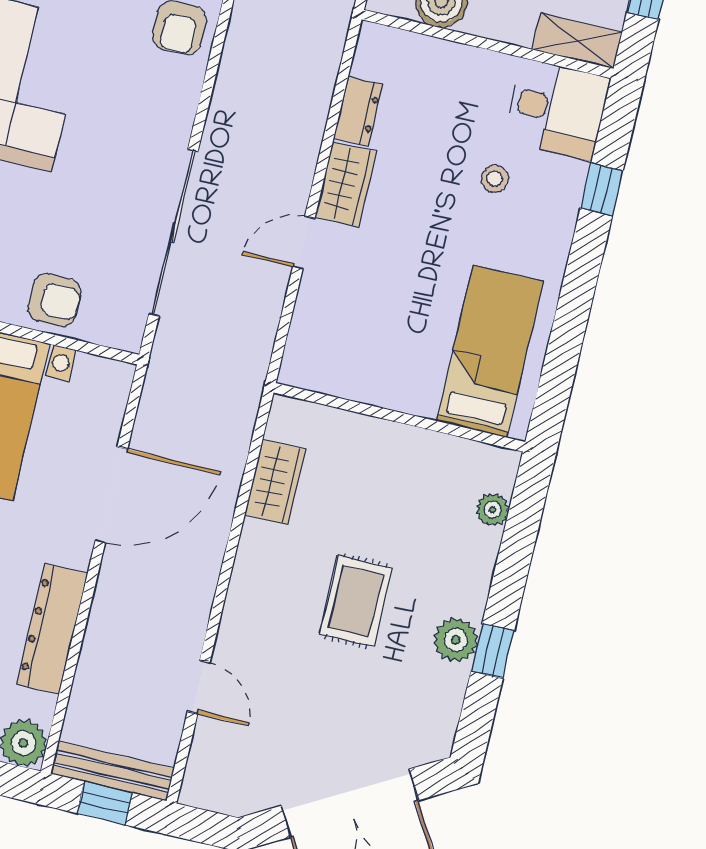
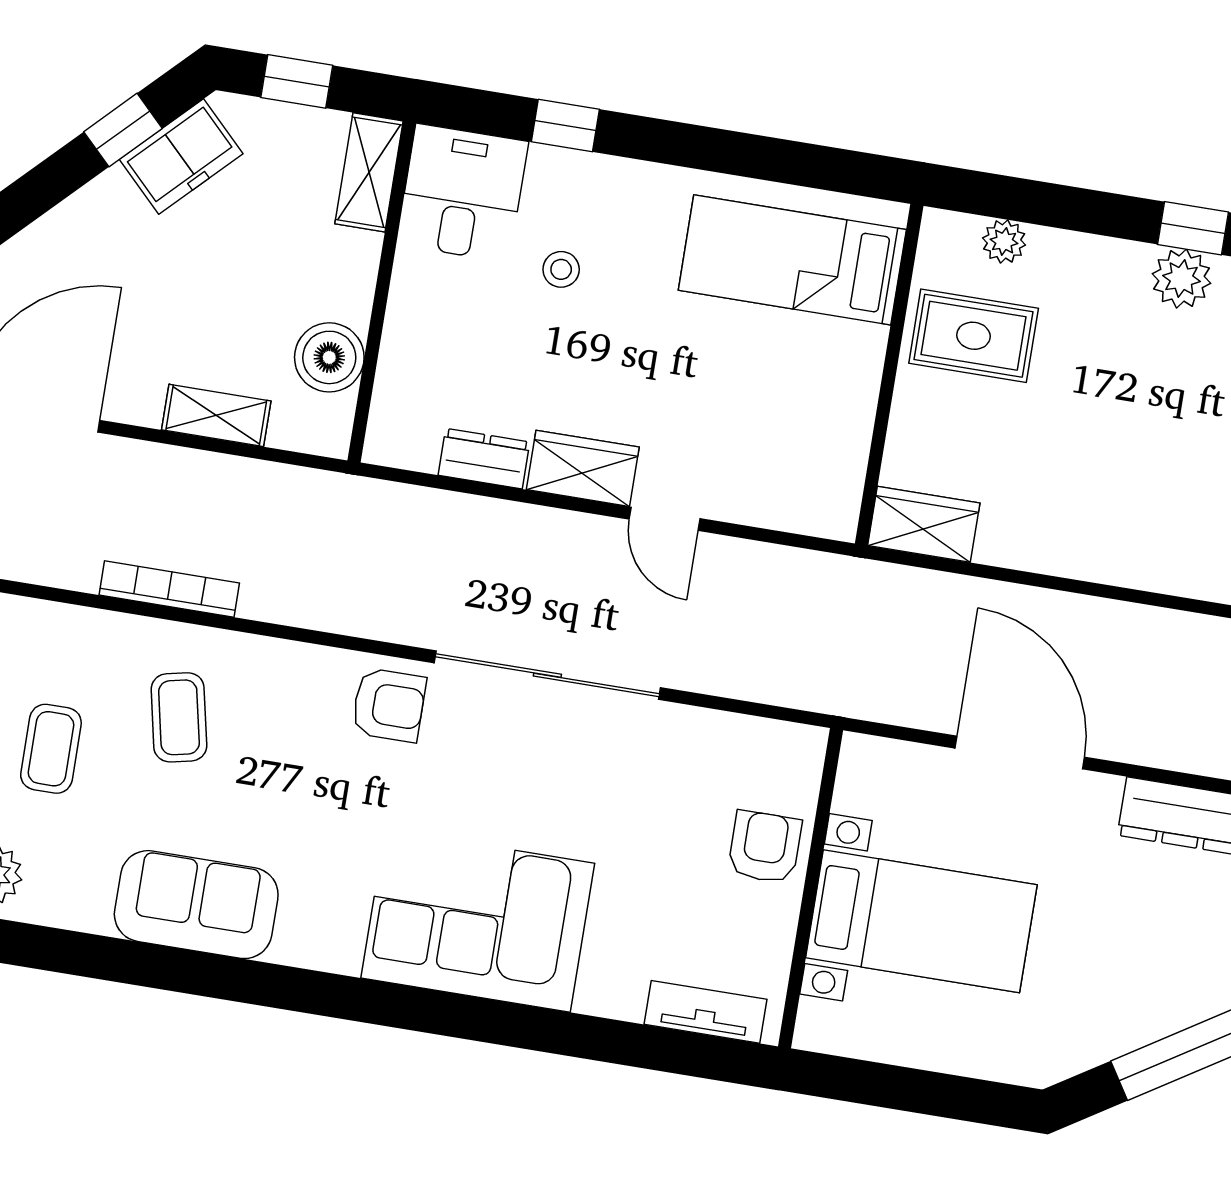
sliding door: (173, 232) -> (547, 675), moved
wardrobe: (275, 482) -> (924, 524), moved
rug: (356, 601) -> (974, 336), moved

